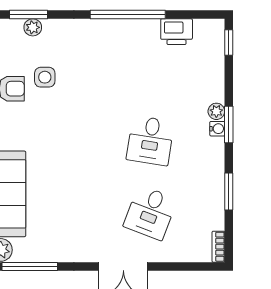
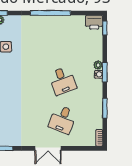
printer: (177, 32) -> (94, 22), moved
desk: (150, 141) -> (63, 81), turned -30

